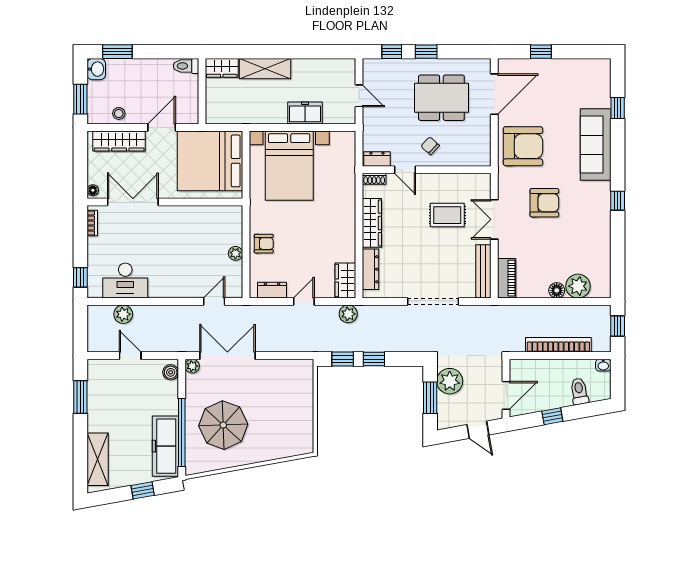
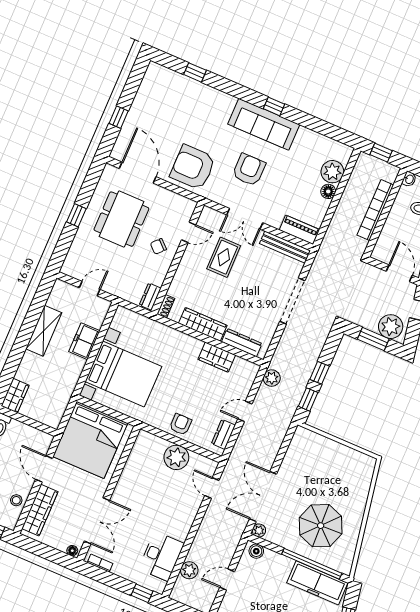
window: (392, 52) -> (64, 244), removed
shelving: (265, 69) -> (44, 331), moved
sofa: (596, 145) -> (264, 124), moved
armchair: (523, 146) -> (193, 167), turned -90
door: (405, 170) -> (189, 232), moved
double door: (133, 202) -> (97, 521), swing flipped
plant: (235, 253) -> (176, 457), width x1.88, depth x1.88
wardrobe: (345, 280) -> (217, 357), moved
door: (304, 302) -> (245, 411), hinge flipped
plant: (450, 381) -> (391, 327), moved

